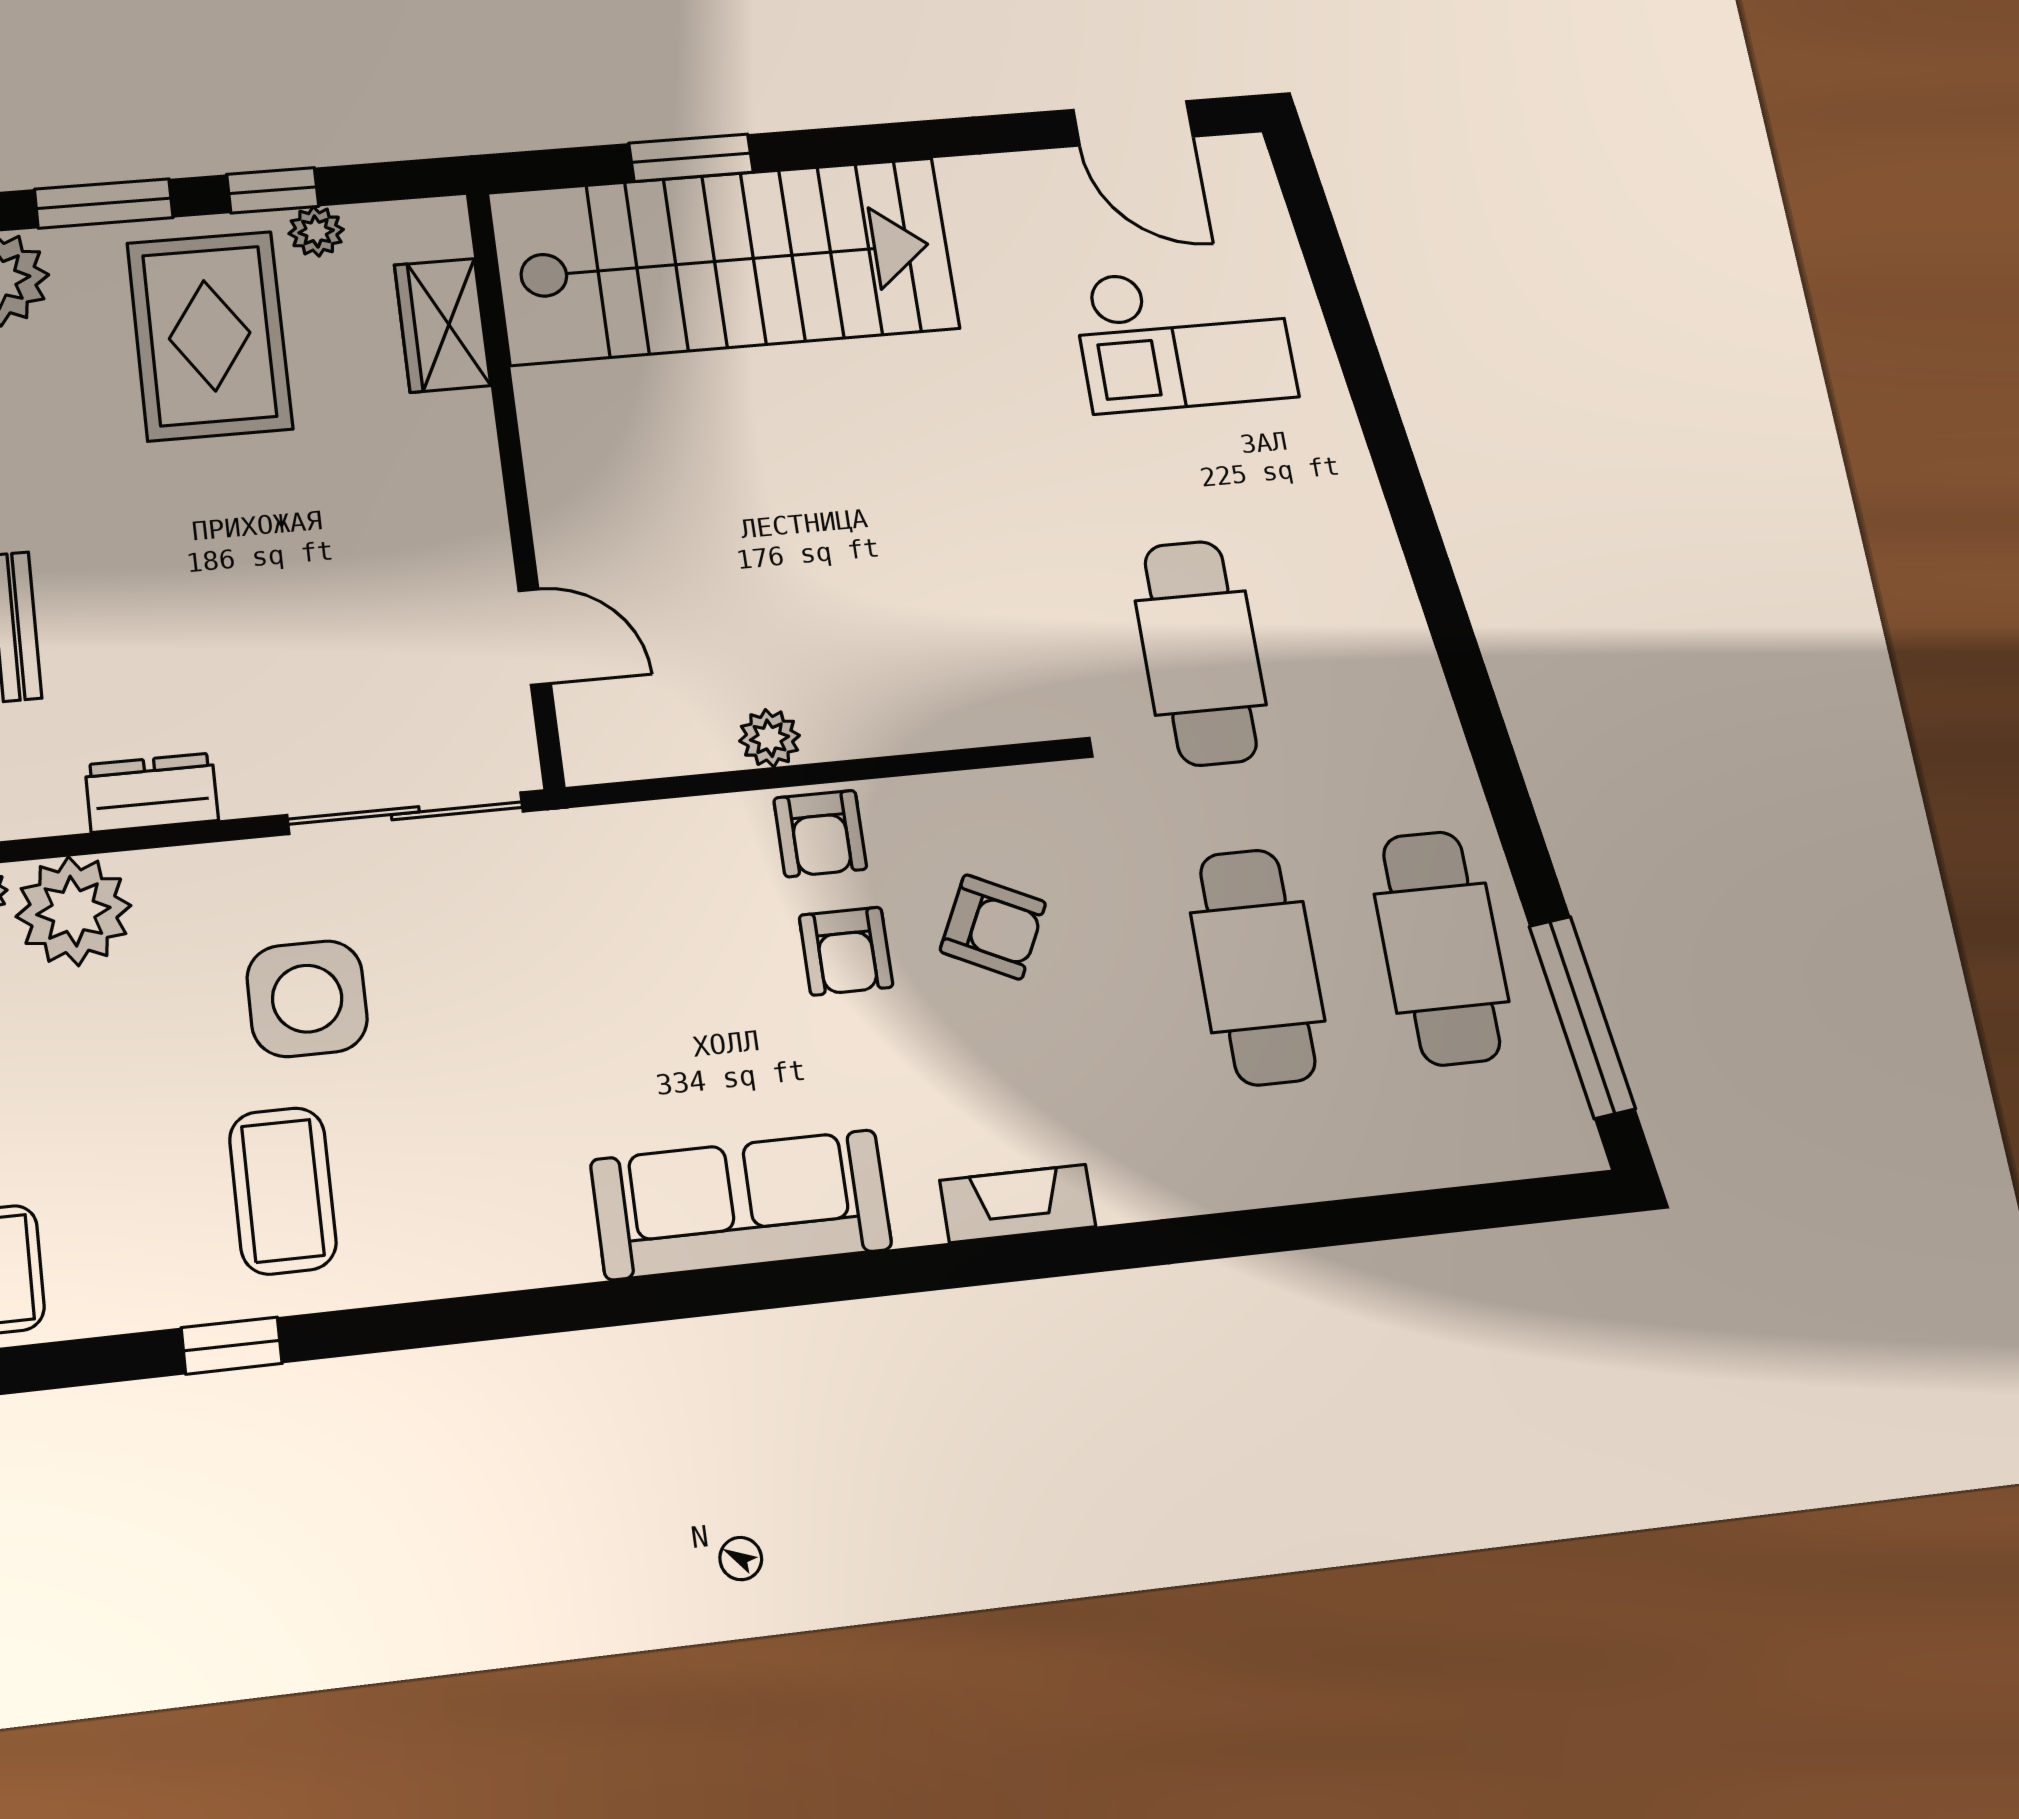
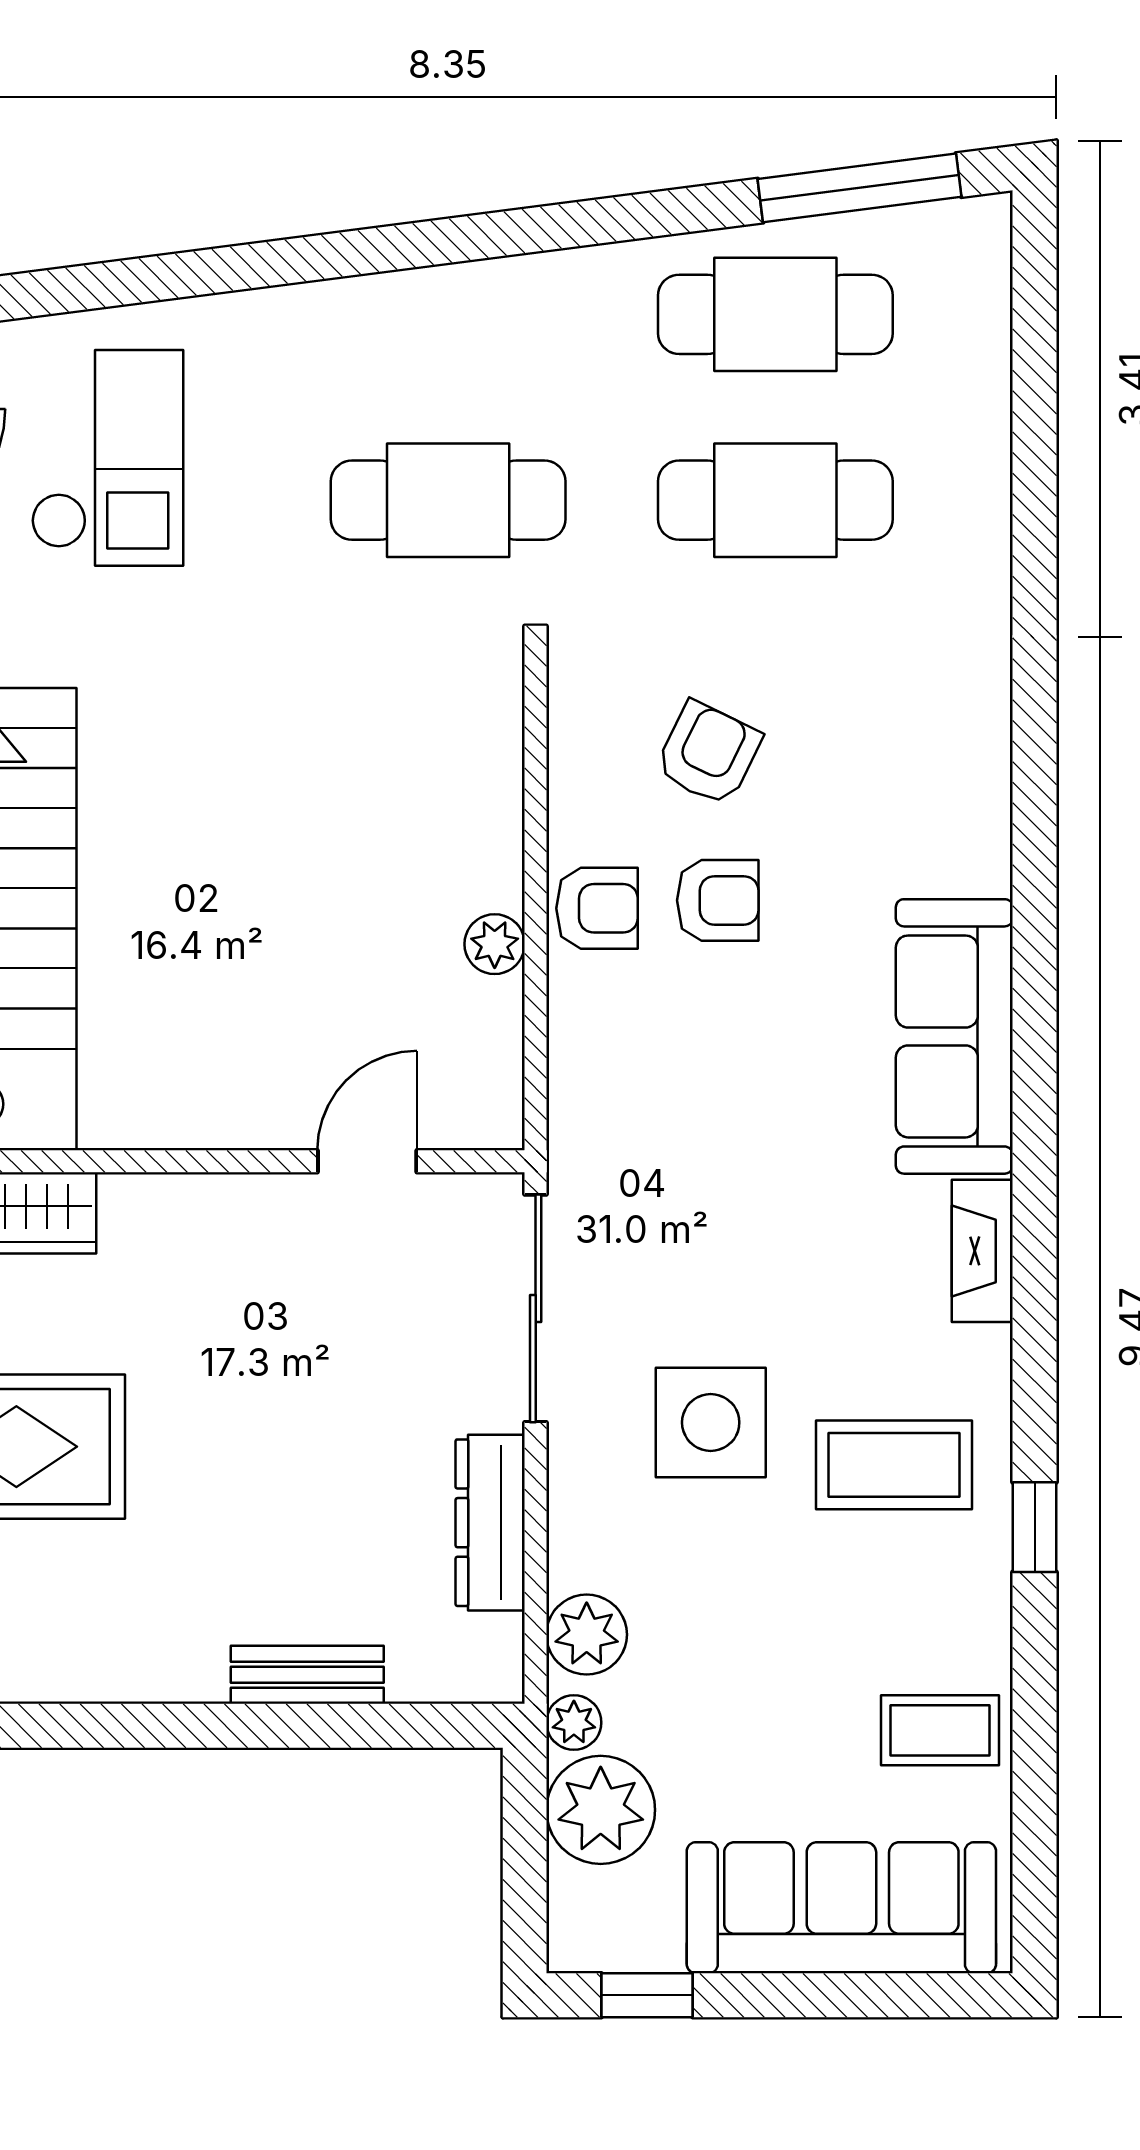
dresser: (152, 793) -> (490, 1523), width x1.44
plant: (73, 911) -> (587, 1635), width x0.73, depth x0.73
fireplace: (1018, 1203) -> (982, 1251), moved

